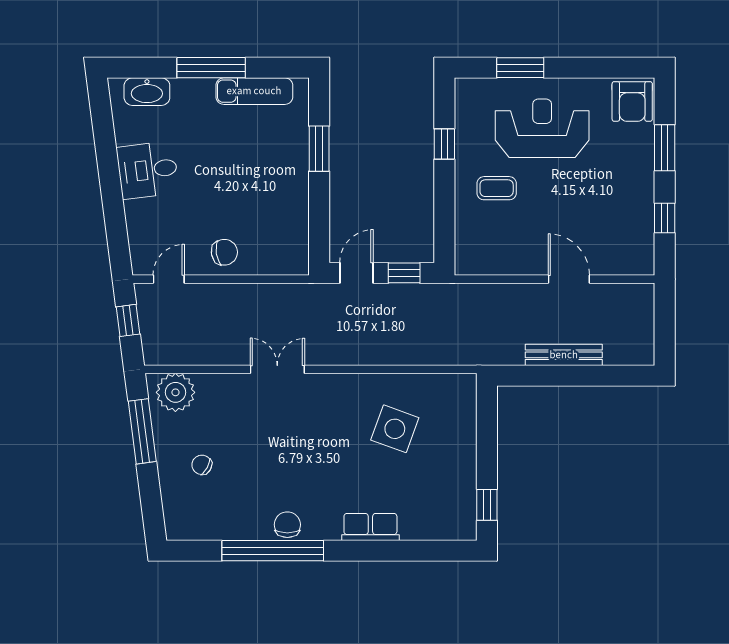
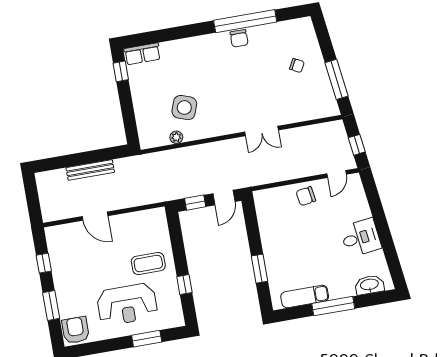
coffee table: (497, 188) -> (148, 263), width x1.36, depth x1.30
plant: (175, 392) -> (176, 137), moved, width x0.53, depth x0.53
row of seats: (370, 527) -> (142, 54), moved

